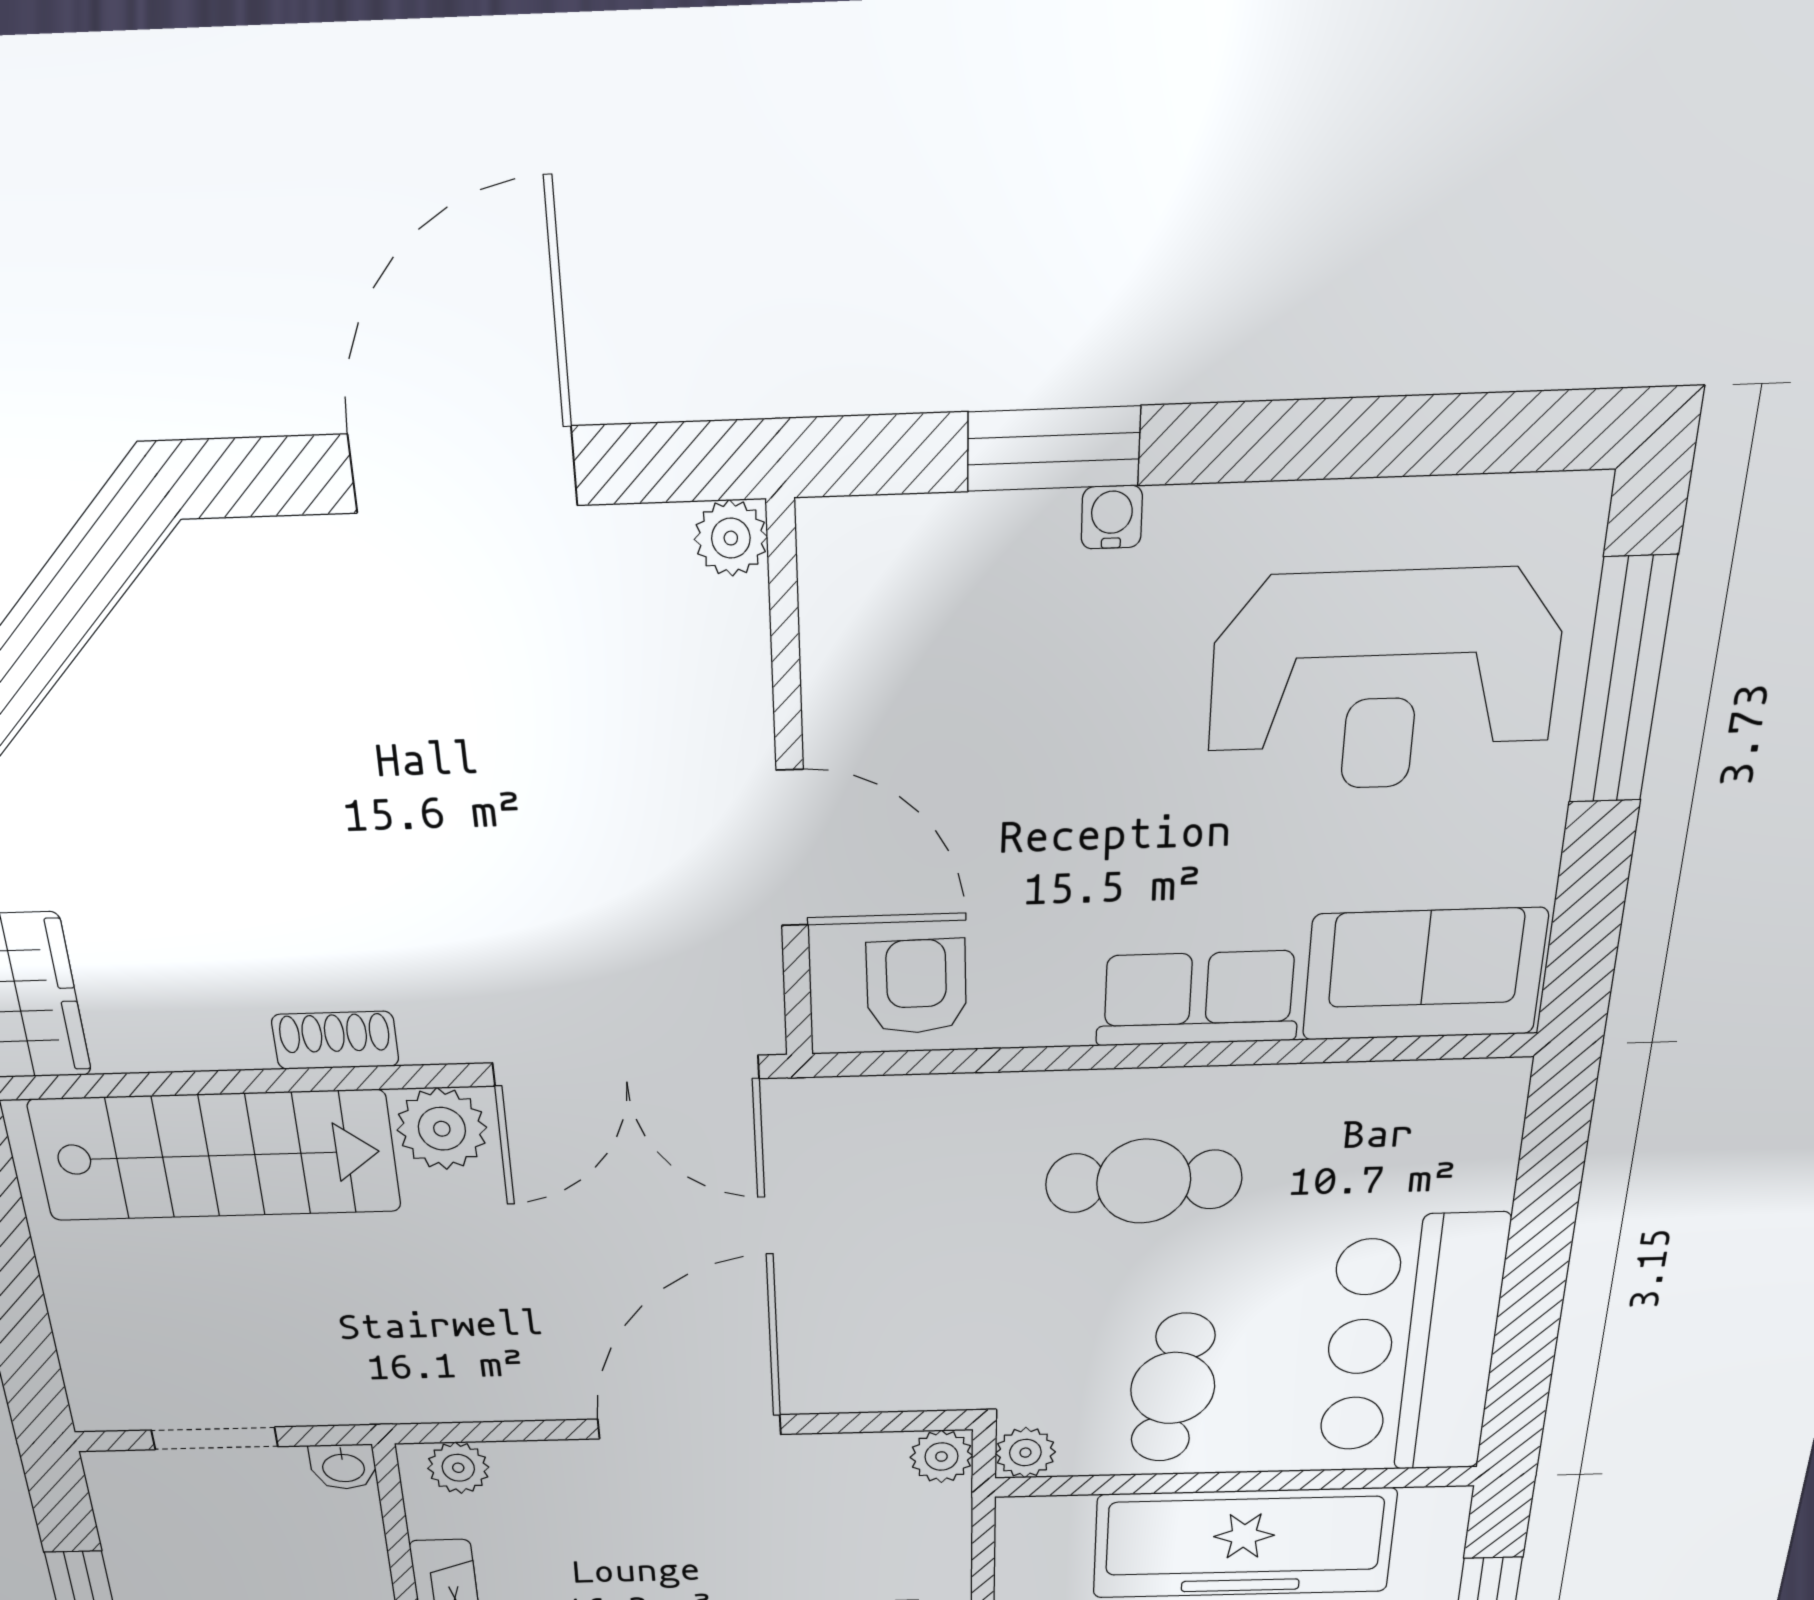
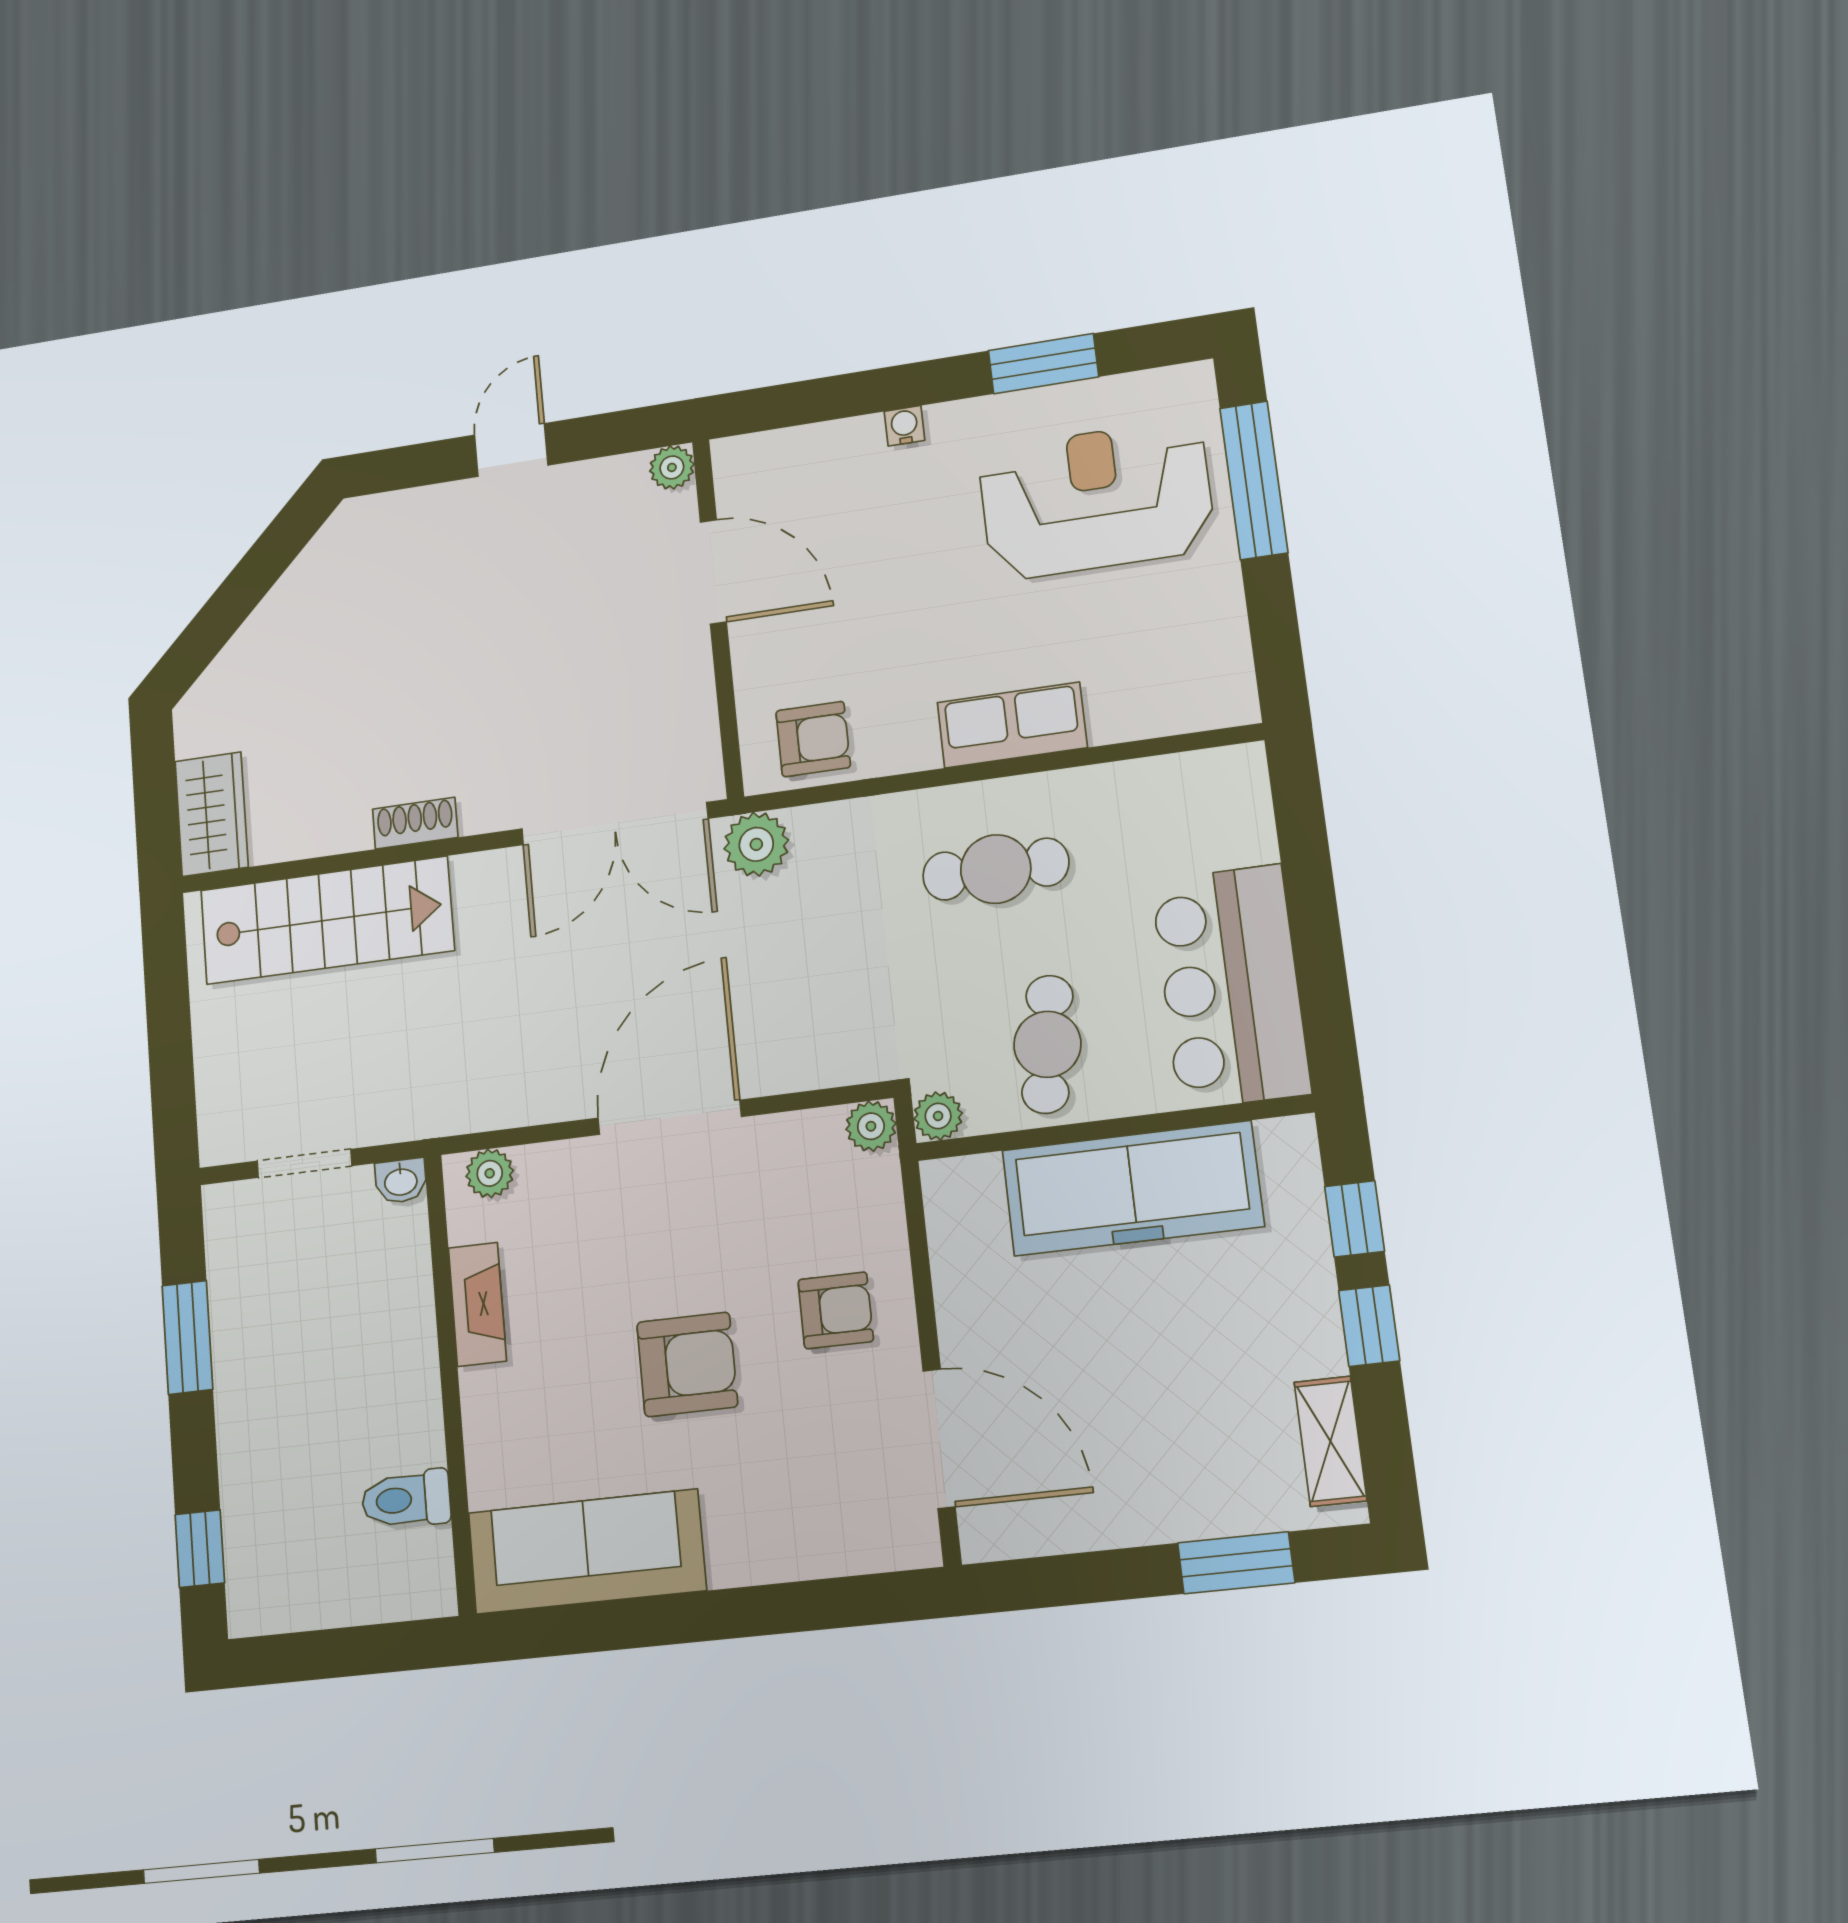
window: (1054, 449) -> (1043, 364), moved
door: (463, 470) -> (511, 450), width x0.53
reception desk: (1384, 681) -> (1096, 500), turned 180
door: (792, 849) -> (713, 572), moved
sofa: (1424, 974) -> (1169, 689), removed
armchair: (916, 987) -> (813, 739), turned 91
plant: (442, 1129) -> (756, 844), moved

